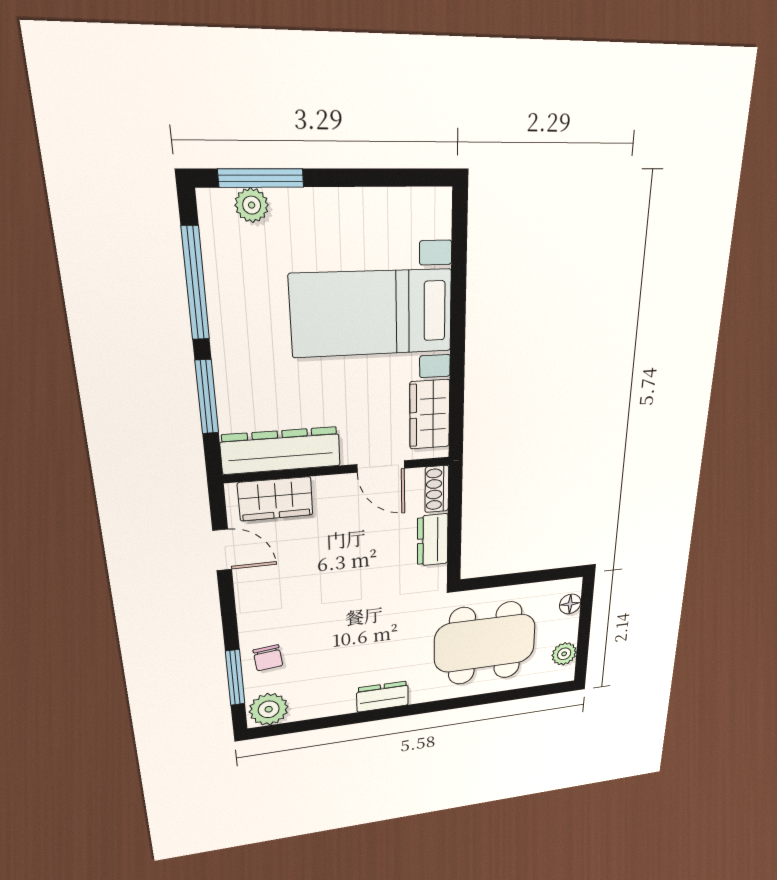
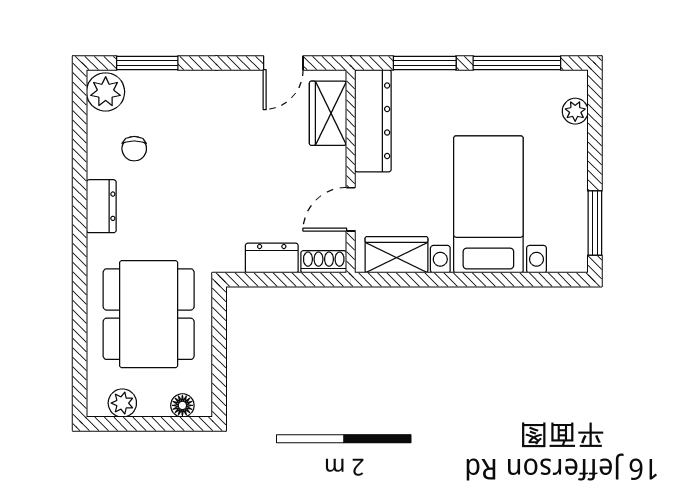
window: (261, 178) -> (595, 223), moved
chair: (268, 658) -> (134, 149), moved, turned -84

